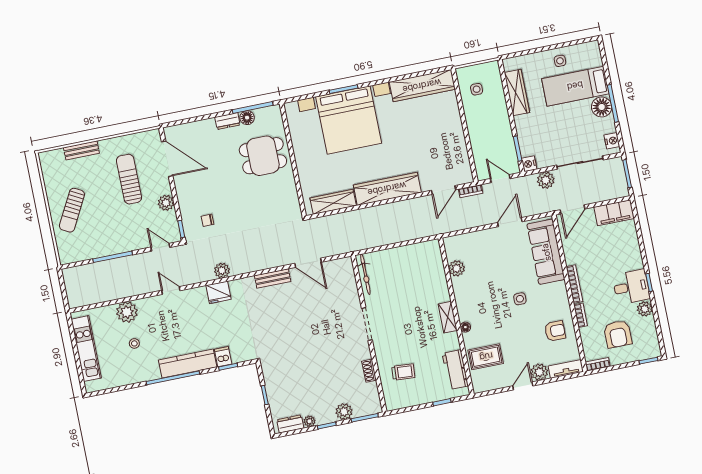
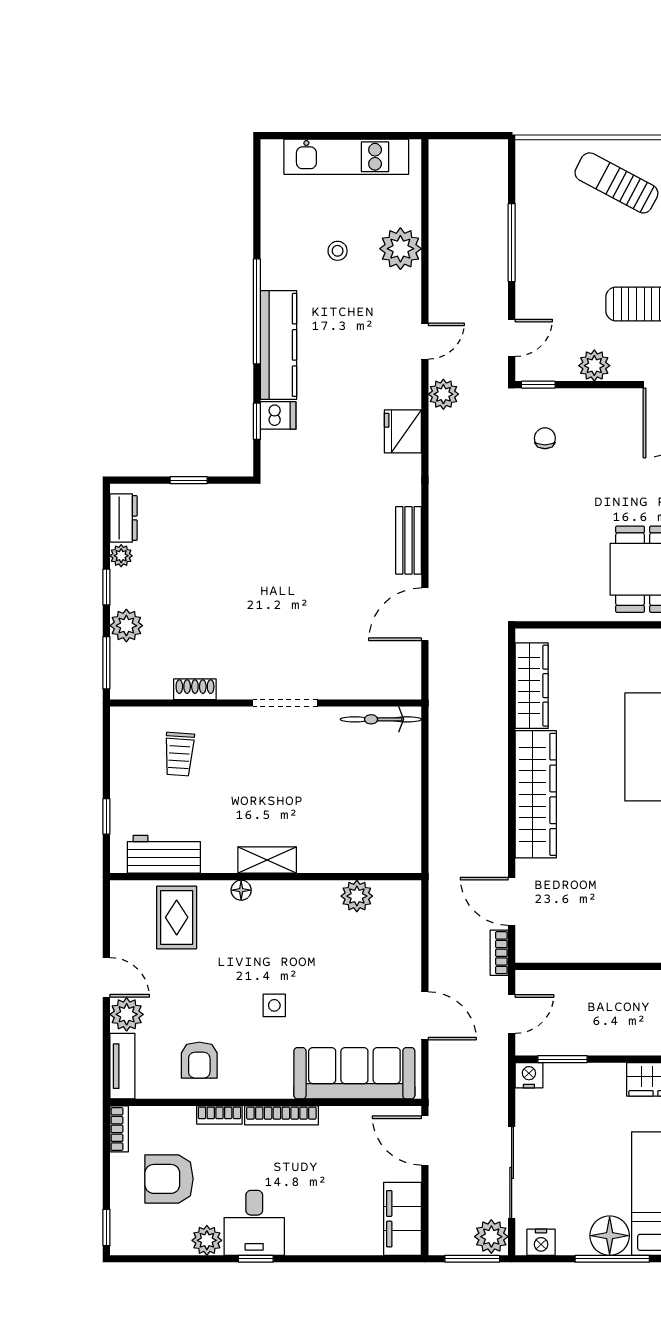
plant: (546, 180) -> (491, 1237), moved
plant: (222, 270) -> (443, 394), moved

